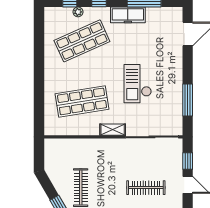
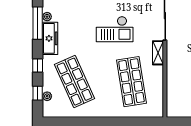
plant: (78, 12) -> (47, 96), moved
plant: (151, 12) -> (47, 17), added

